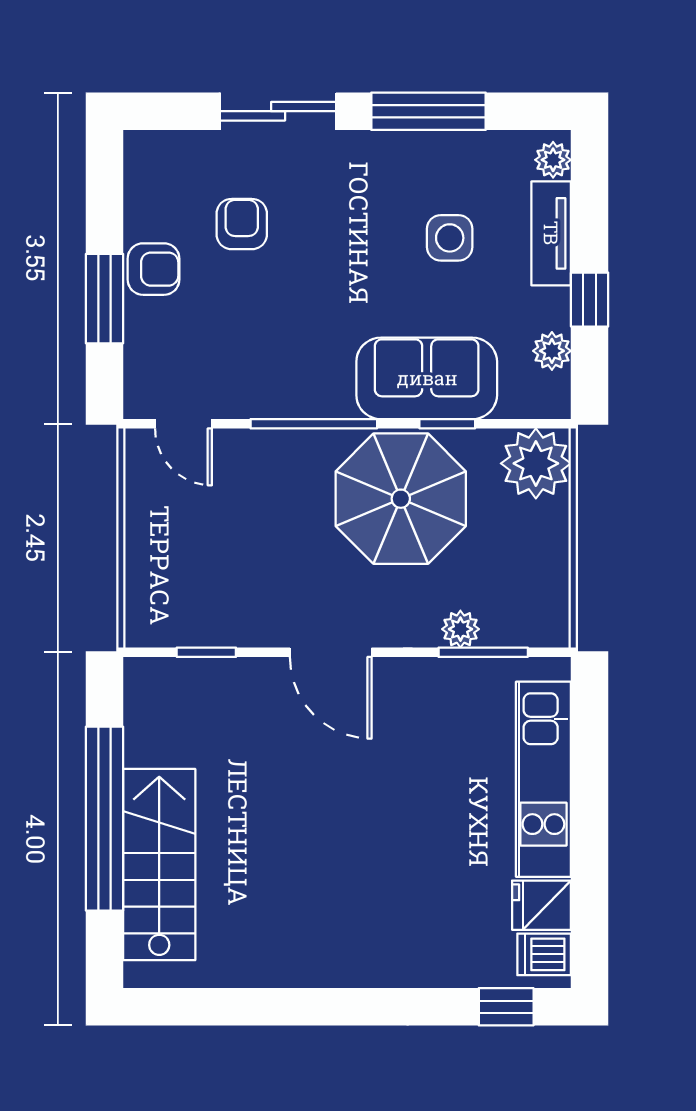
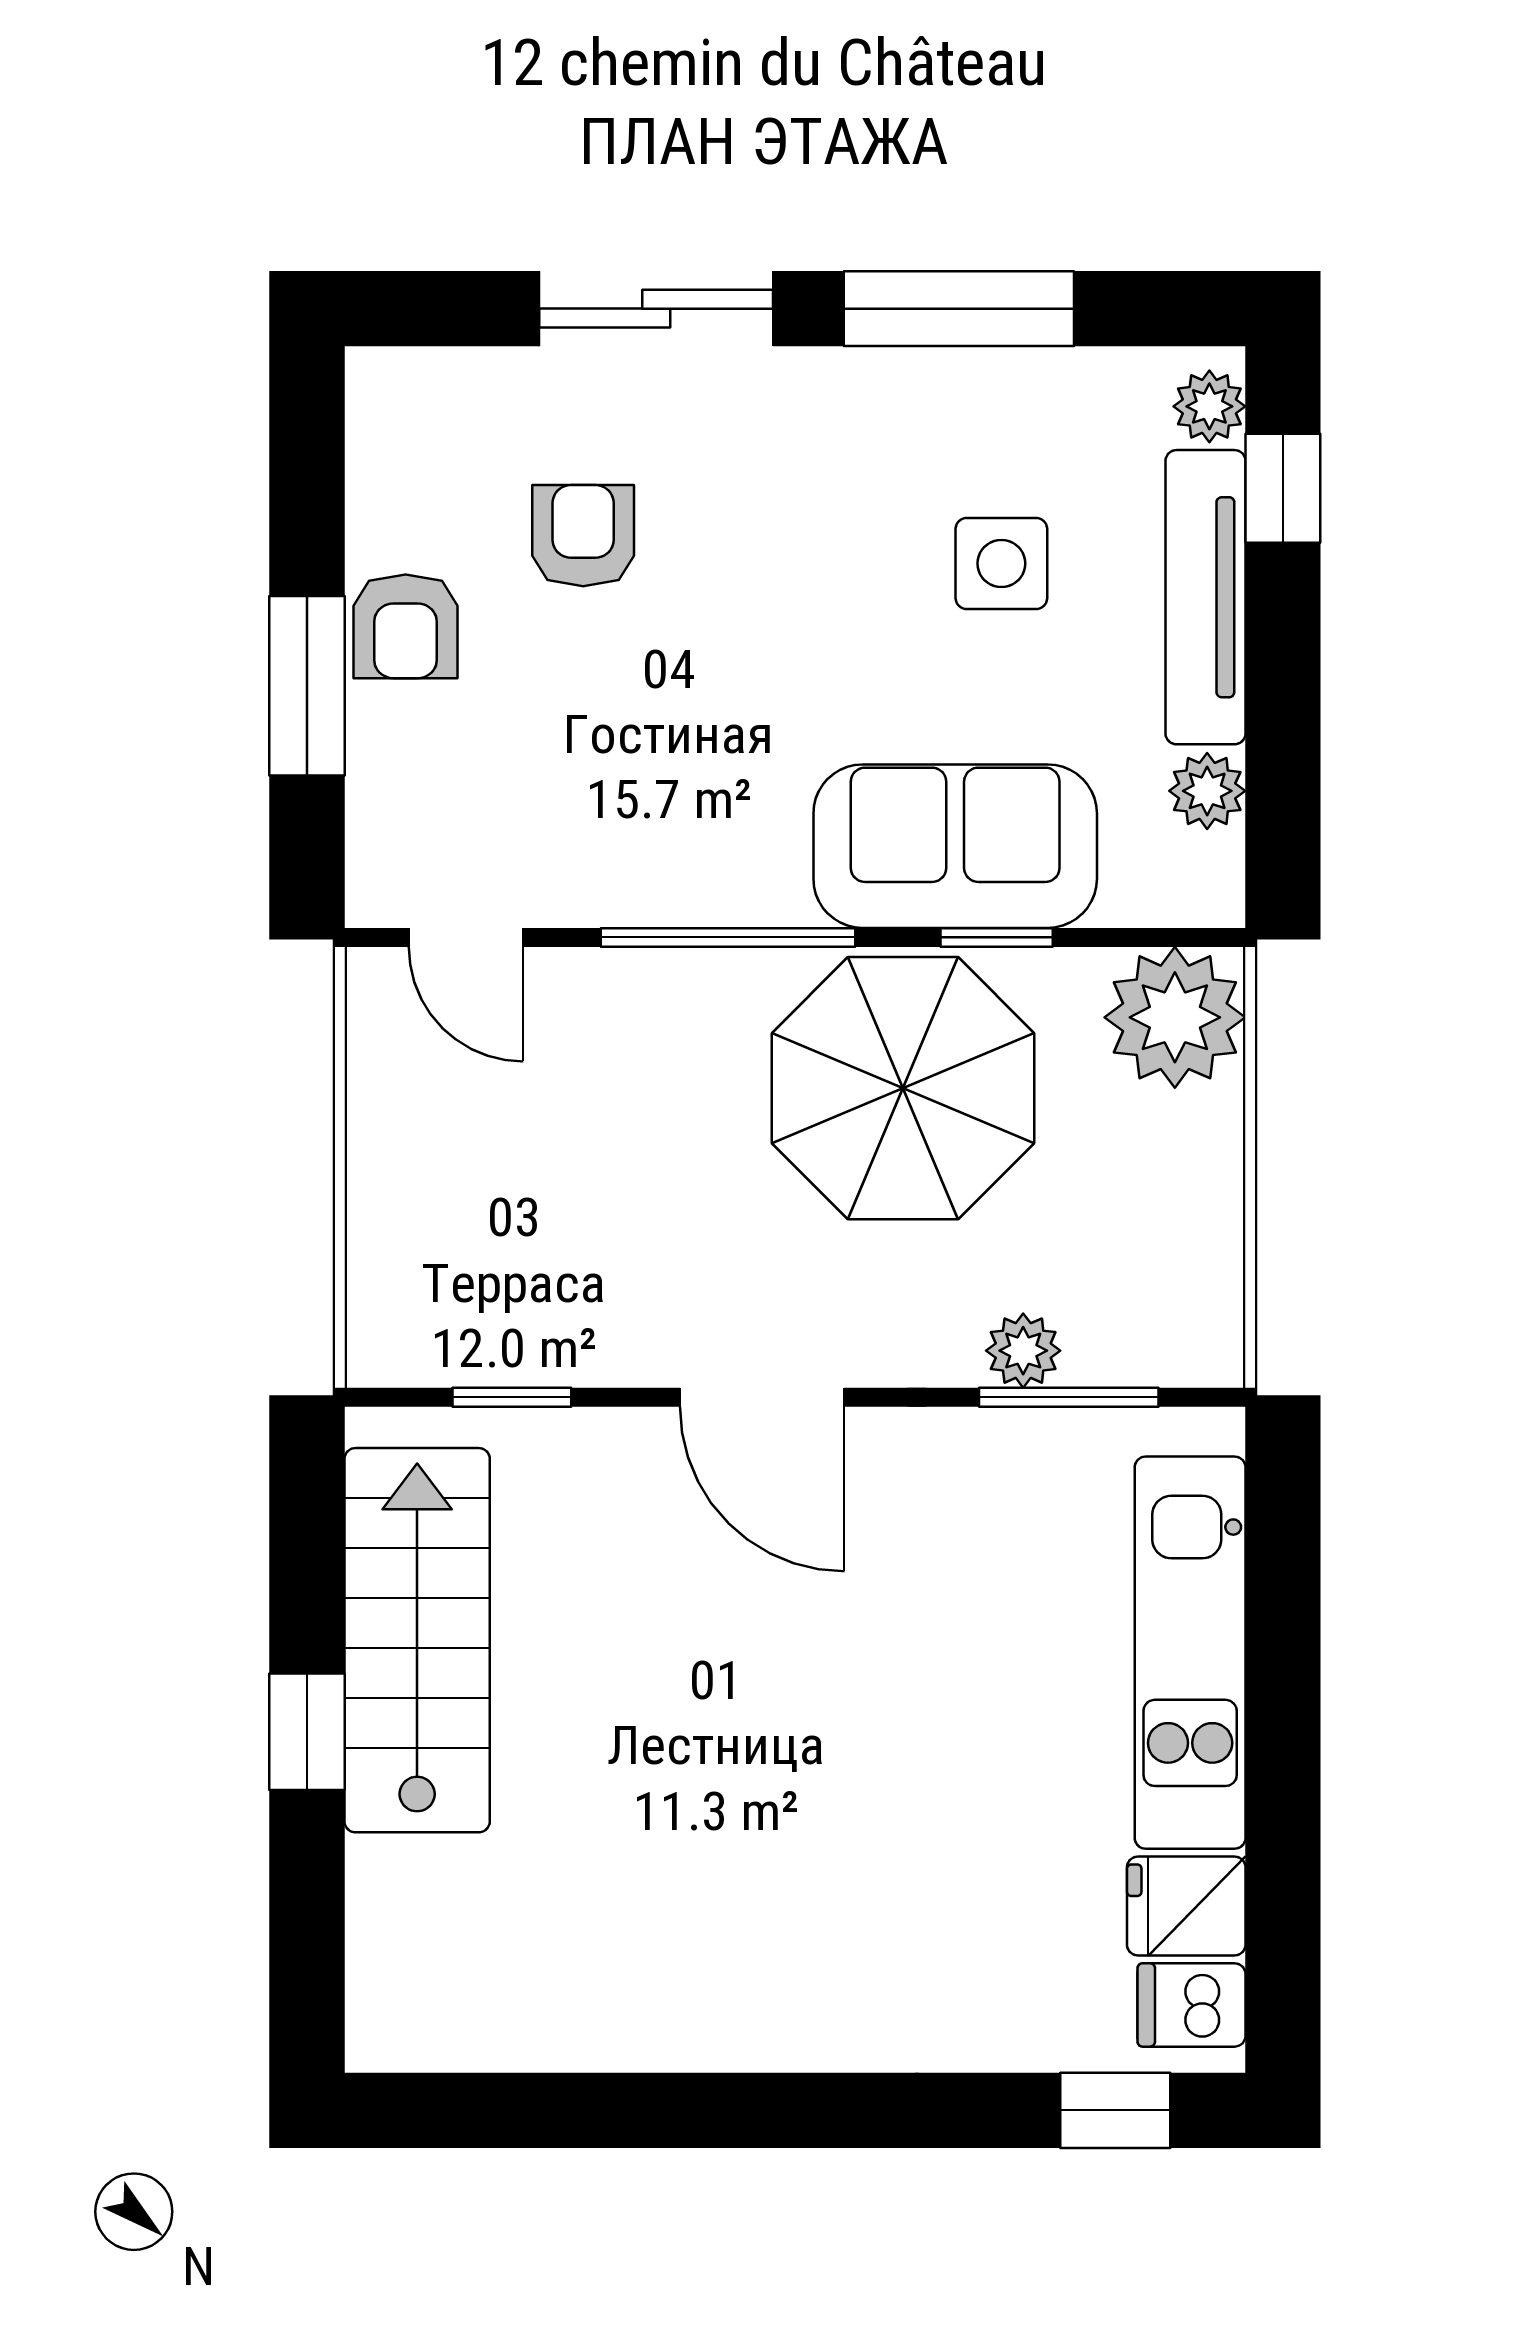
tv unit: (551, 233) -> (1205, 597), width x1.41
armchair: (153, 269) -> (406, 626), turned 90
window: (590, 300) -> (1283, 488), moved
window: (105, 819) -> (307, 1732), width x0.32
stairs: (159, 865) -> (417, 1640), moved

